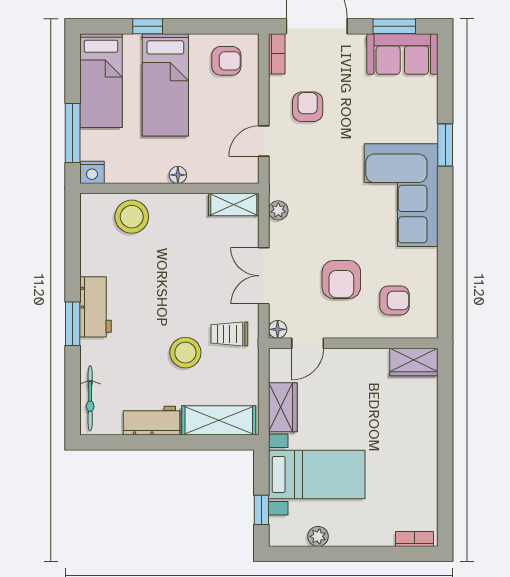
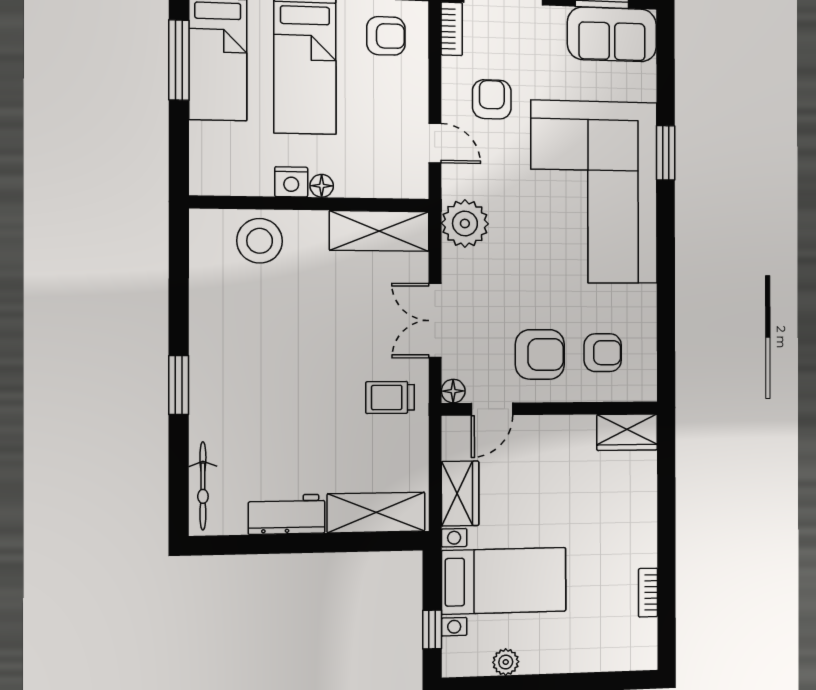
window: (73, 133) -> (179, 60), moved
door: (264, 141) -> (435, 143), swing flipped
nightstand: (92, 172) -> (291, 182), moved
corner sofa: (401, 195) -> (594, 192), width x1.36, depth x1.36
shelving: (234, 205) -> (379, 231), width x1.50, depth x1.33
plant: (278, 210) -> (465, 223), width x1.87, depth x1.87
armchair: (341, 280) -> (540, 354), moved, turned -90
workbench: (95, 307) -> (210, 362), removed
stool: (185, 353) -> (332, 423), removed
bookcase: (414, 539) -> (648, 593), moved, turned -90

